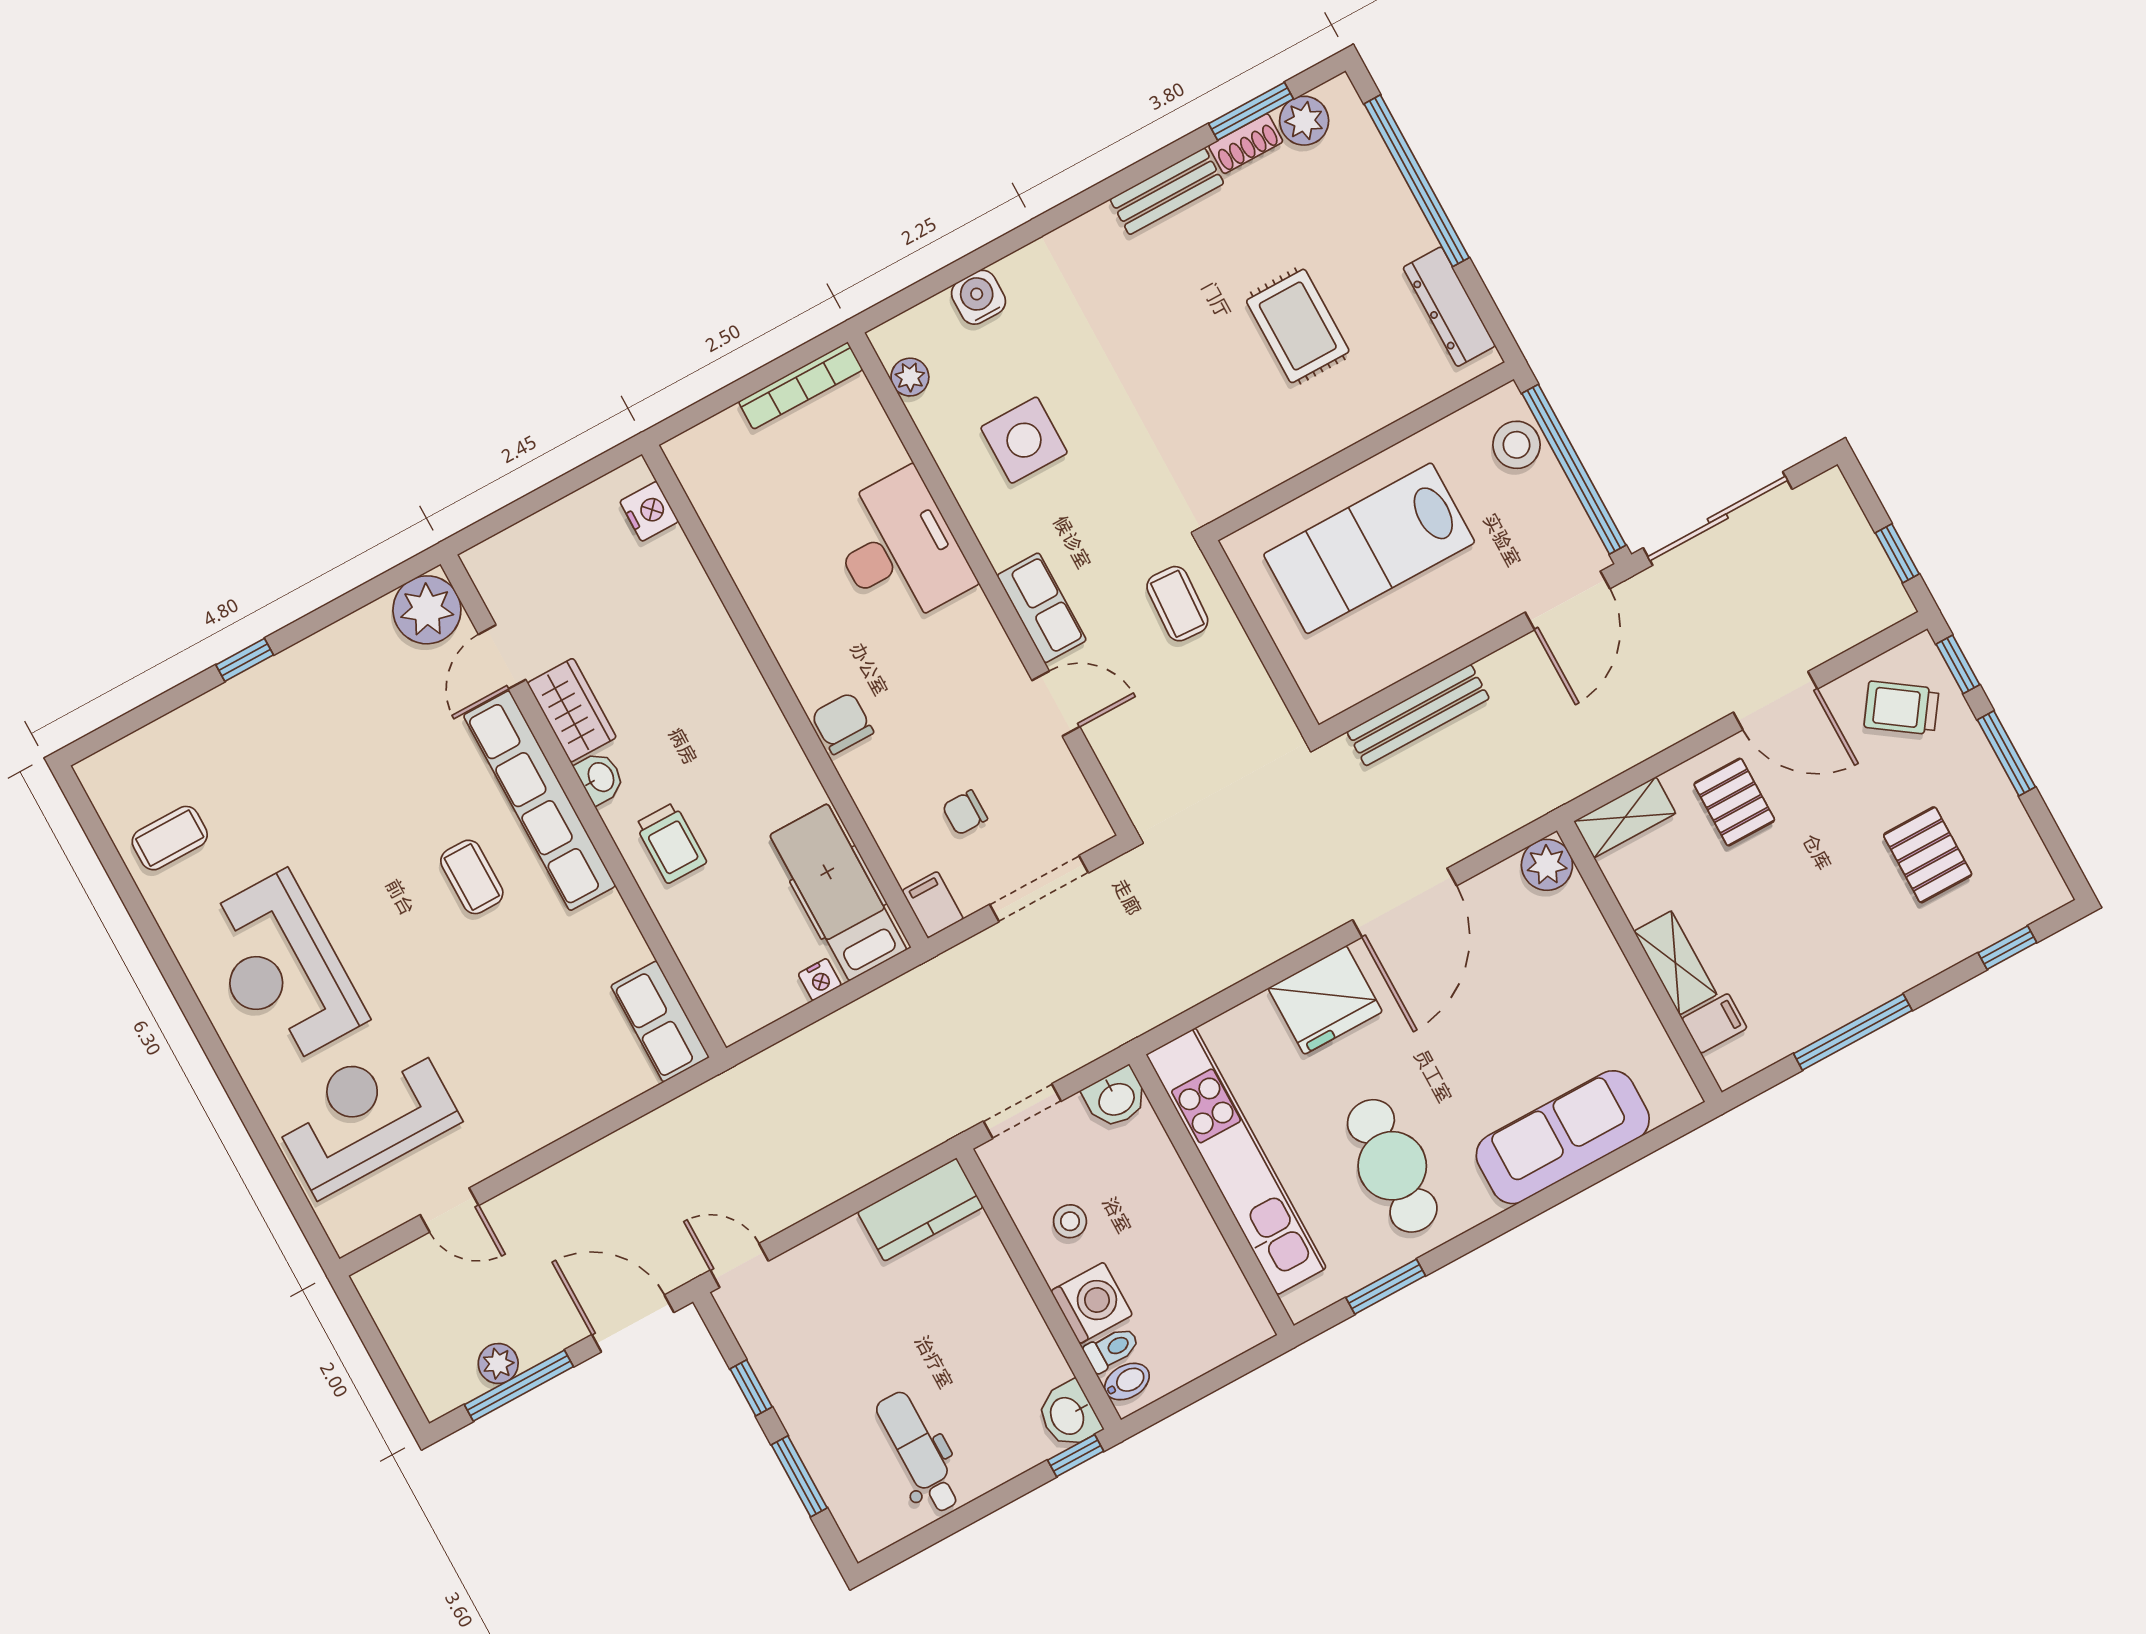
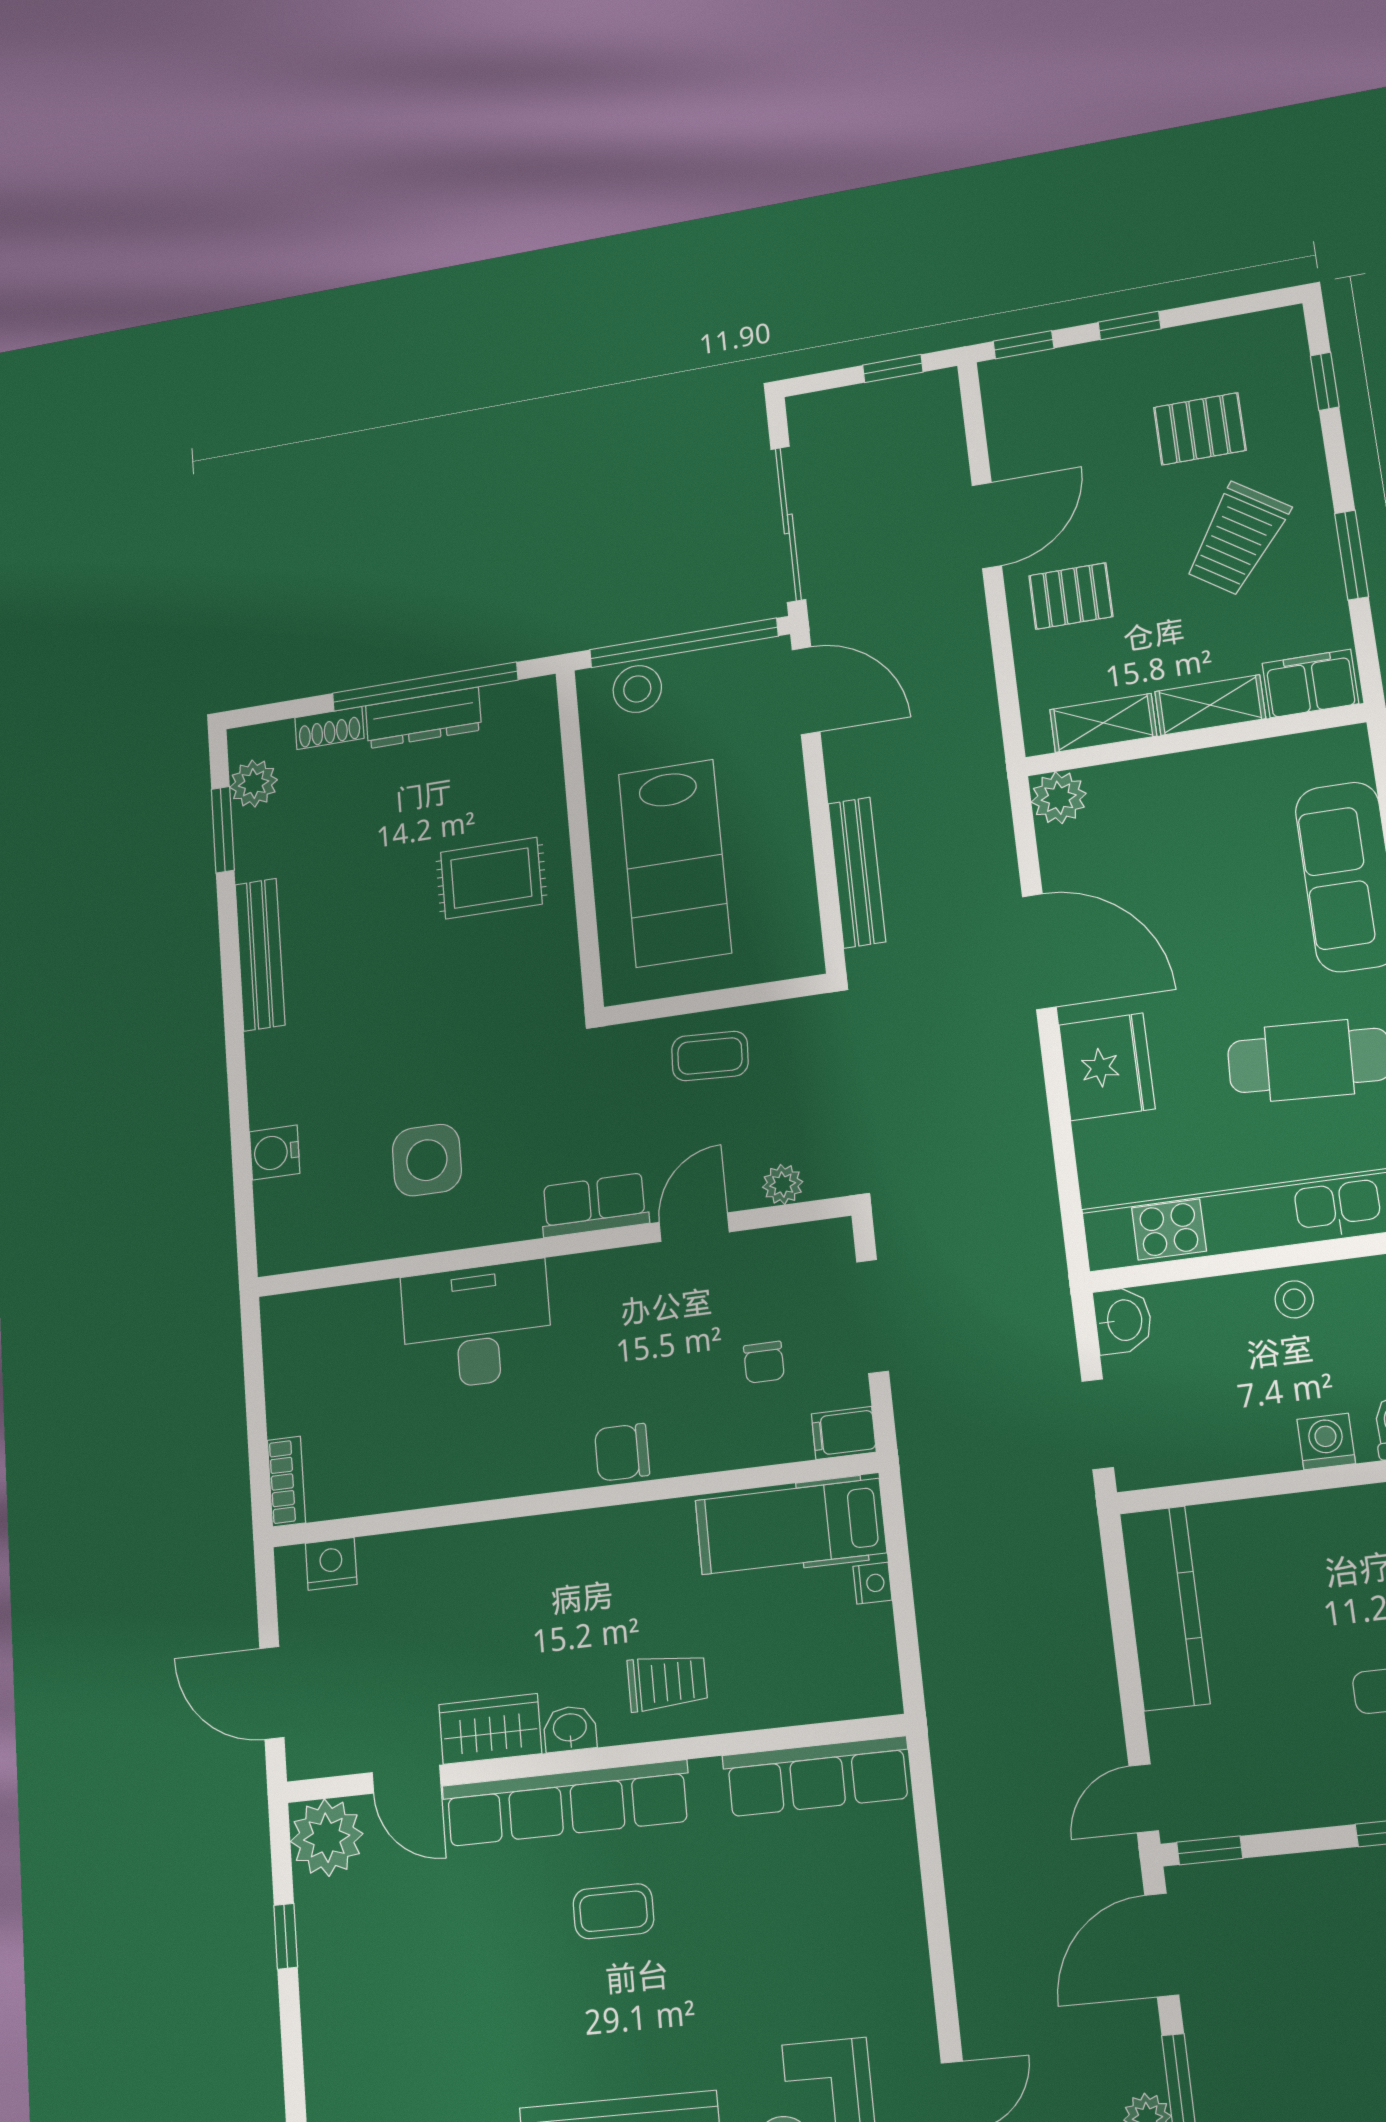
shoe rack: (1246, 144) -> (329, 728), moved, turned 90
window: (1417, 181) -> (425, 687), moved
bench: (1167, 191) -> (260, 954), width x1.36
dresser: (1449, 307) -> (423, 718), moved
rug: (1298, 326) -> (491, 878), moved
plant: (910, 377) -> (783, 1184), moved
bookcase: (801, 386) -> (286, 1481), moved, width x0.64
door: (523, 508) -> (272, 1693), added
coffee table: (1177, 604) -> (710, 1056), moved
window: (245, 660) -> (286, 1936), moved
trolley: (1901, 708) -> (1237, 539), moved, width x1.36, depth x1.39
window: (2006, 753) -> (1130, 325), width x0.67
shelving: (1625, 817) -> (1103, 723), moved, turned 90
row of seats: (660, 1022) -> (817, 1777), width x1.48
filing cabinet: (1714, 1023) -> (1310, 683), width x2.00
window: (1853, 1032) -> (1352, 555), width x0.69
kitchen counter: (920, 1210) -> (1164, 1608), width x1.50
stool: (1070, 1221) -> (1294, 1299), moved
washing machine: (1092, 1303) -> (1326, 1441), width x0.73, depth x0.73
window: (751, 1388) -> (1210, 1850), moved

